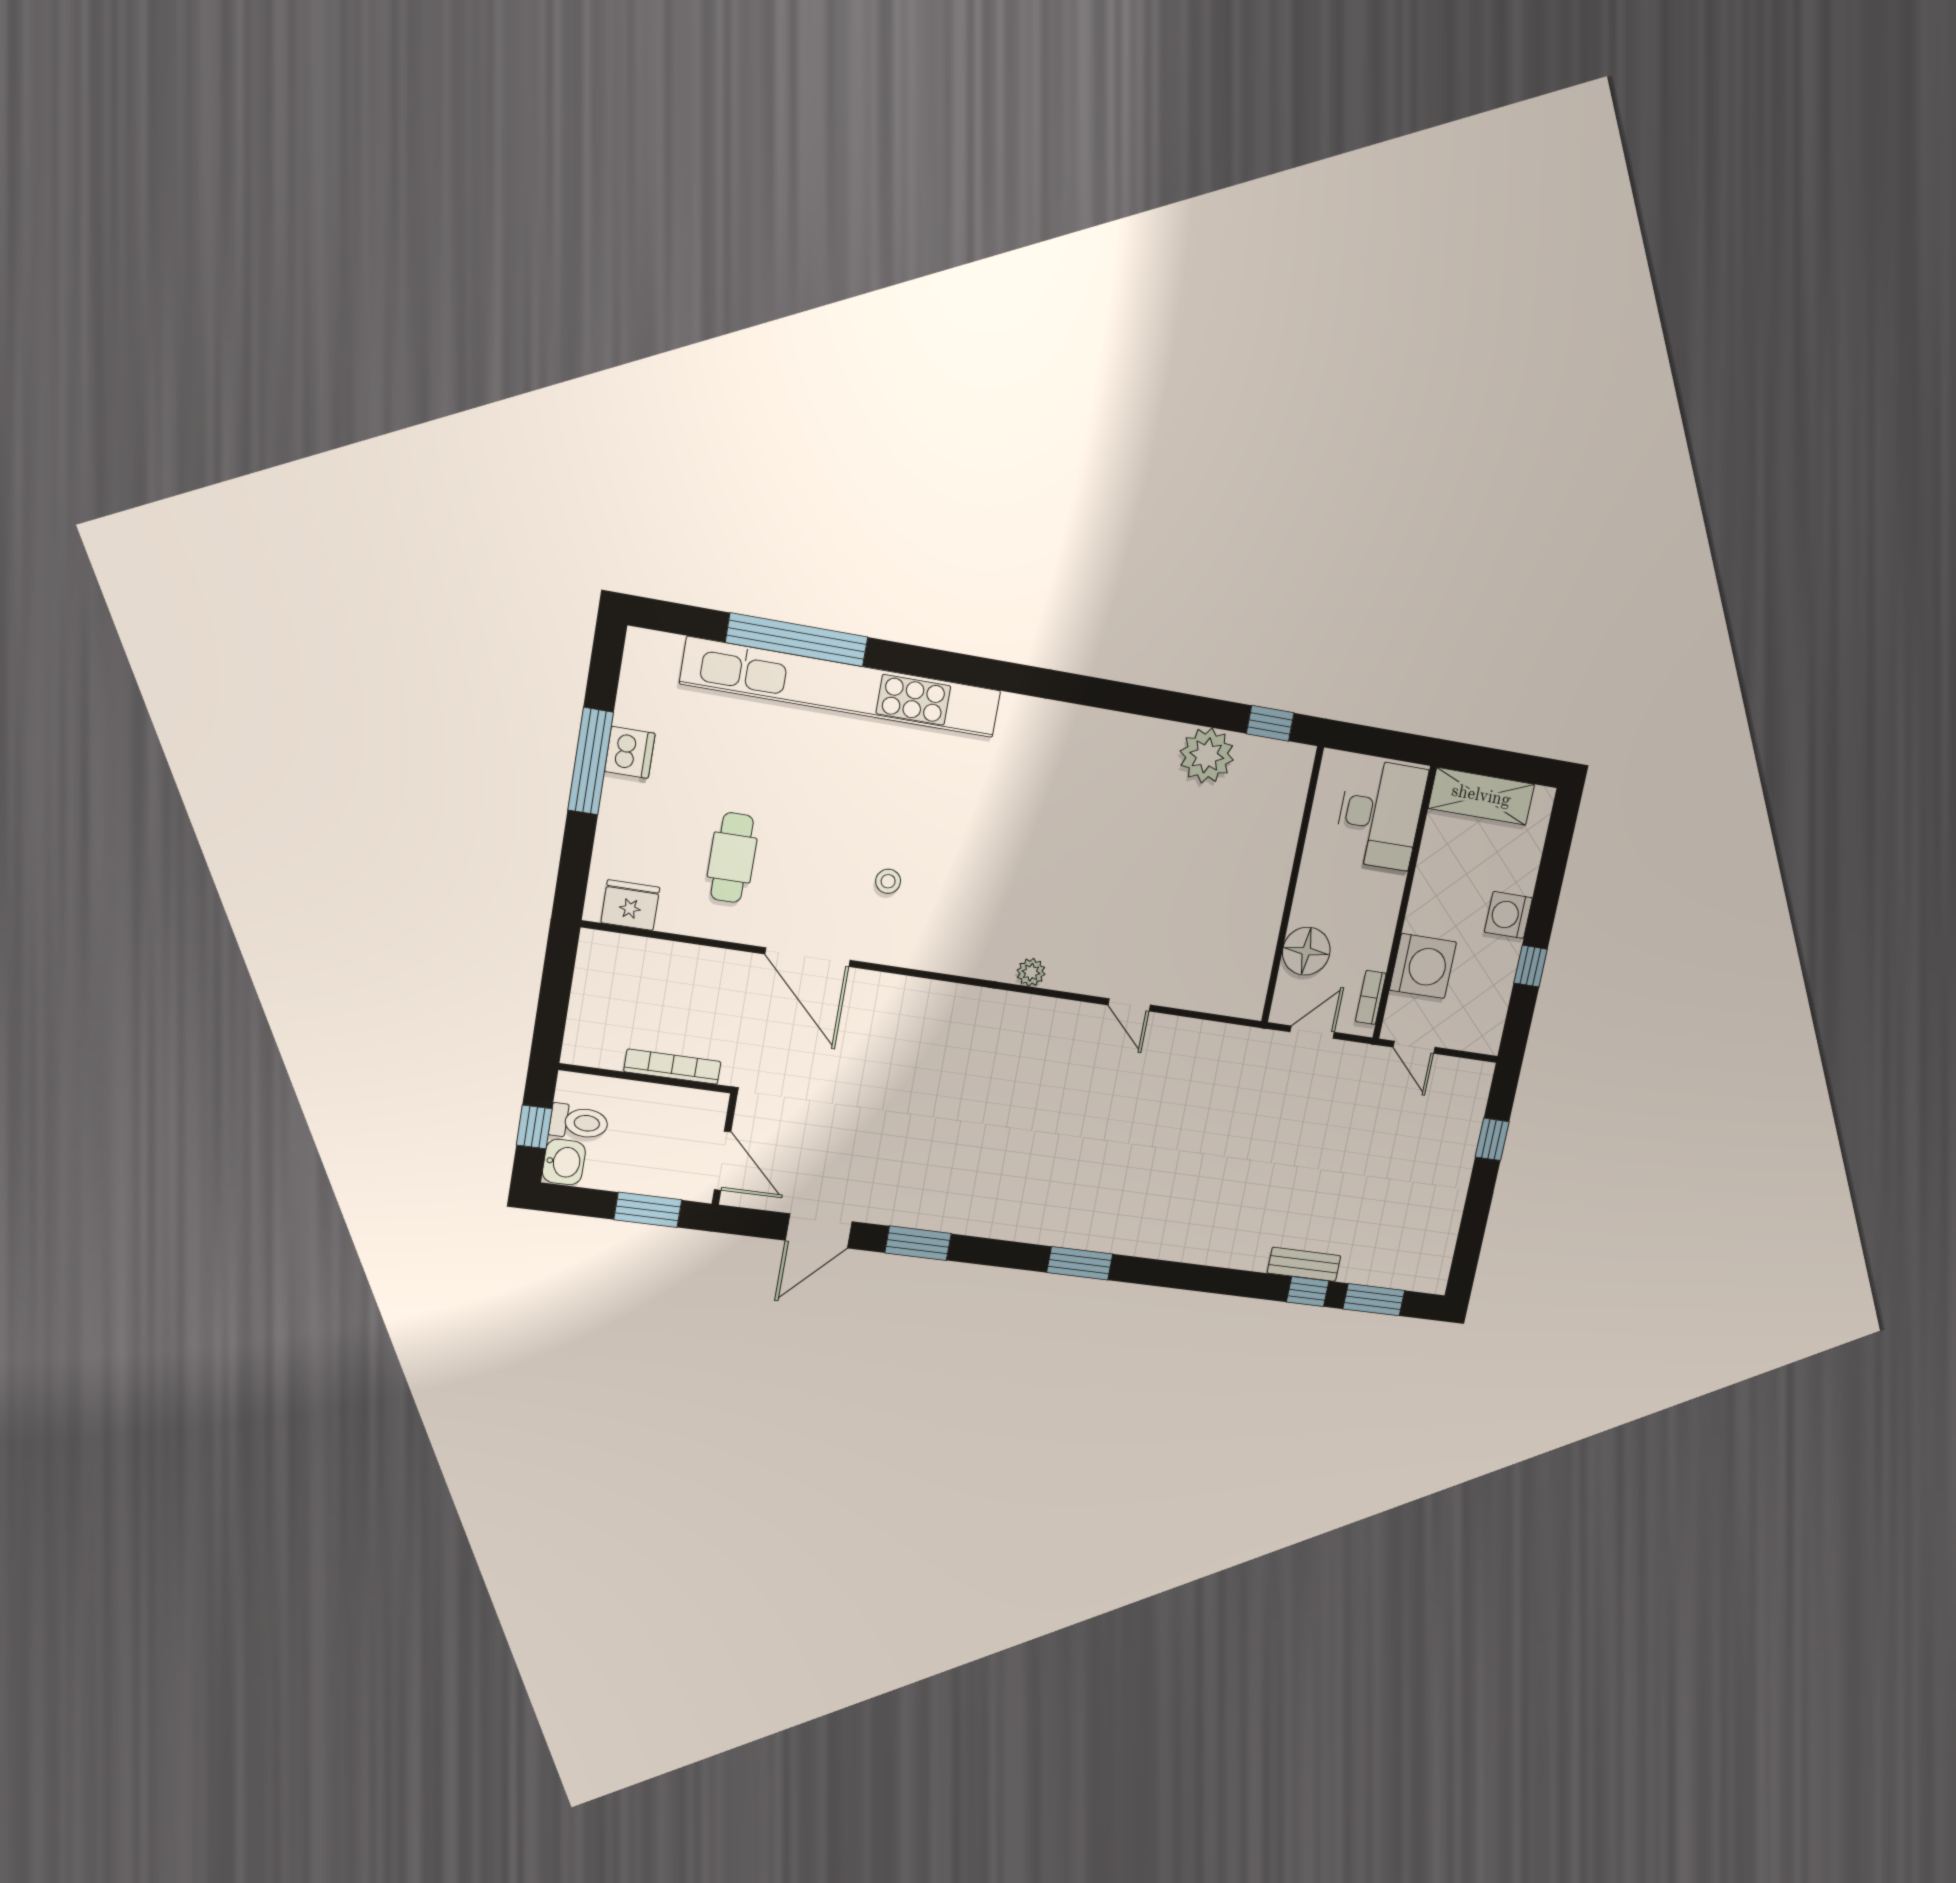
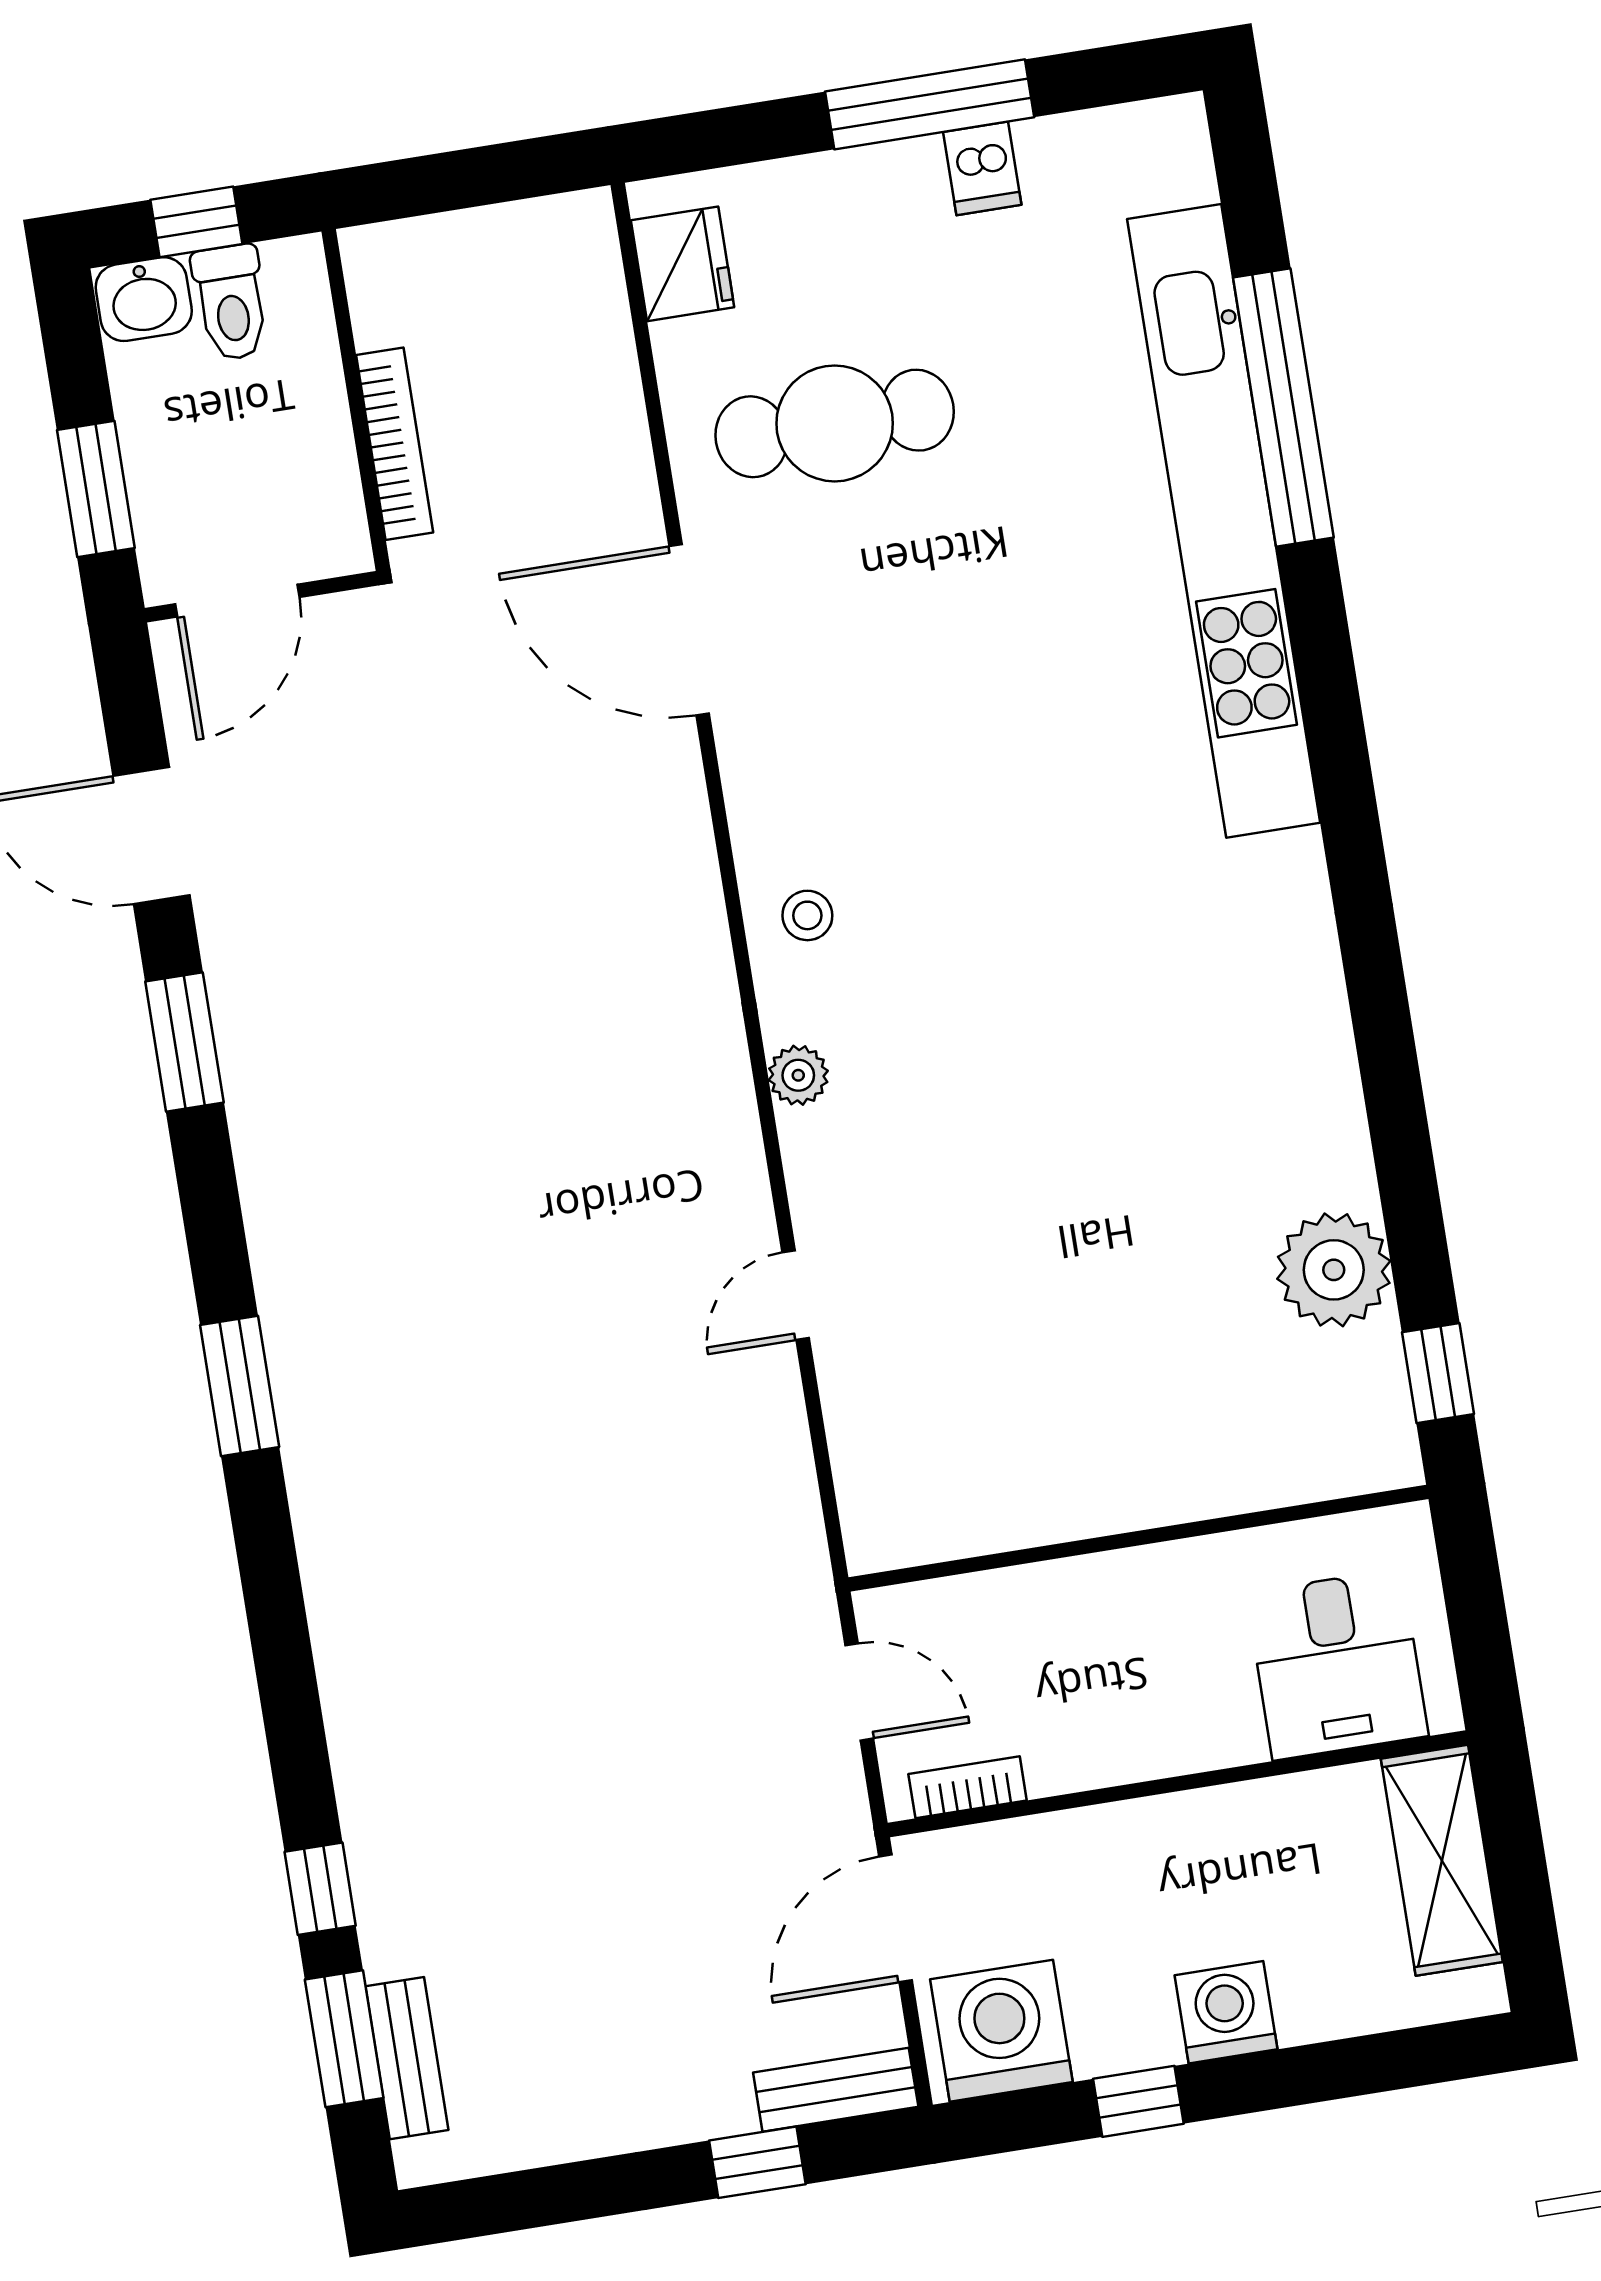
dishwasher: (630, 752) -> (982, 168), width x0.73
desk: (1380, 814) -> (1337, 1664), width x0.73
cafe table: (732, 858) -> (835, 423), width x1.37, depth x1.35
stool: (888, 881) -> (807, 915), moved
floor lamp: (1306, 951) -> (1018, 1617), removed
door: (808, 957) -> (689, 630), hinge flipped
washing machine: (1423, 966) -> (1001, 2031), moved, turned 180
door: (1414, 1047) -> (895, 1918), width x1.38
bench: (1475, 1096) -> (836, 2090), added
bench: (1304, 1264) -> (407, 2058), moved

